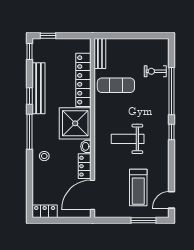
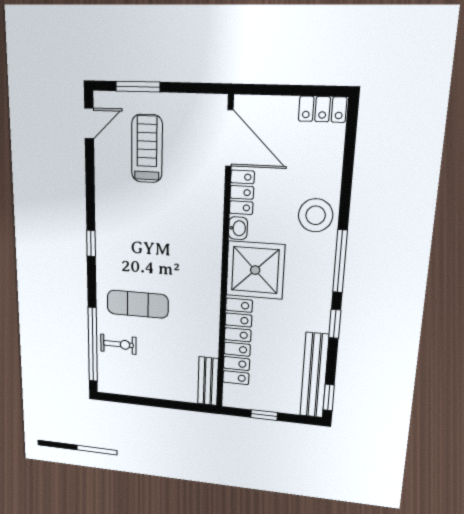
window: (48, 36) -> (264, 415), moved
exercise mat: (116, 85) -> (138, 304), moved
bench: (38, 88) -> (314, 375), moved
window: (172, 91) -> (93, 345), moved
weight bench: (128, 139) -> (164, 237), removed
stool: (44, 156) -> (316, 215), width x1.89, depth x1.89
door: (93, 195) -> (229, 138), hinge flipped

